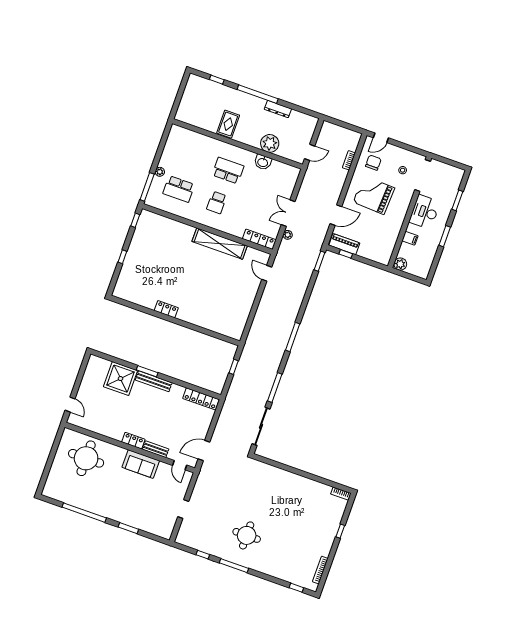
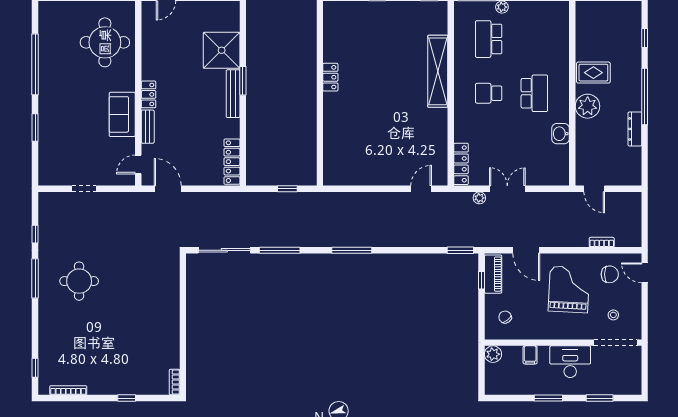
plant: (270, 143) -> (588, 106), moved
shelving: (220, 244) -> (438, 71), moved
chair: (377, 246) -> (505, 317), added

